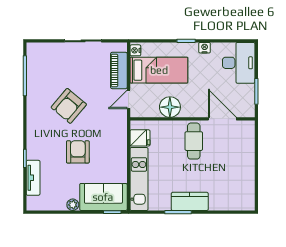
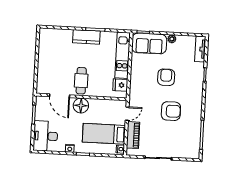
armchair: (69, 106) -> (171, 111), turned 50
floor lamp: (170, 107) -> (81, 106), moved
armchair: (78, 152) -> (166, 77), turned 180
tv unit: (33, 178) -> (200, 49), moved

